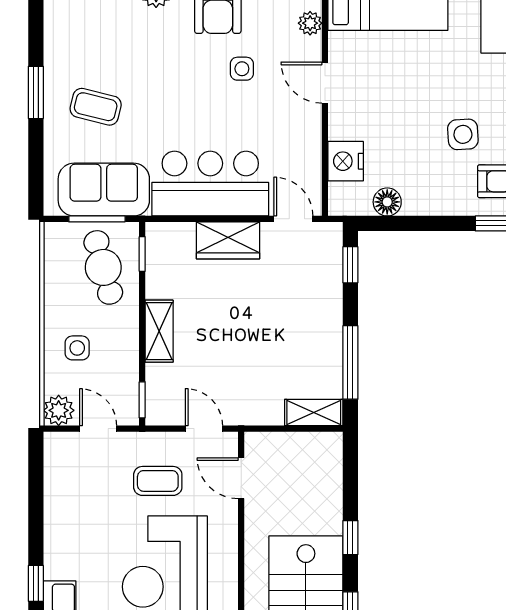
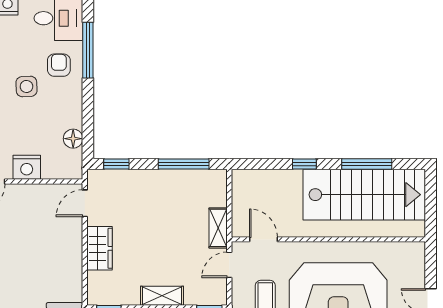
nightstand: (346, 161) -> (27, 167), moved
bar counter: (210, 184) -> (60, 261), removed
shelving: (314, 413) -> (218, 228), moved
door: (241, 478) -> (263, 239), swing flipped

